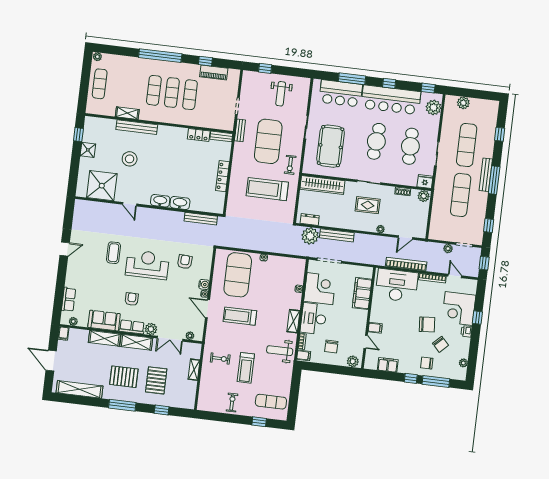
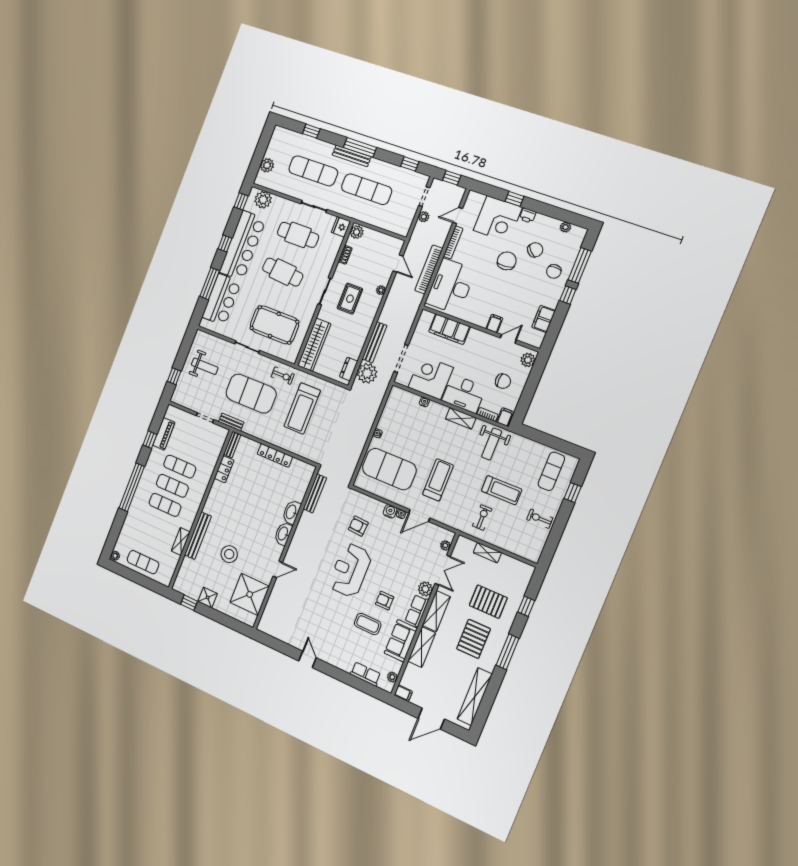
coffee table: (113, 253) -> (368, 624), moved
treadmill: (240, 316) -> (438, 480), turned 180

